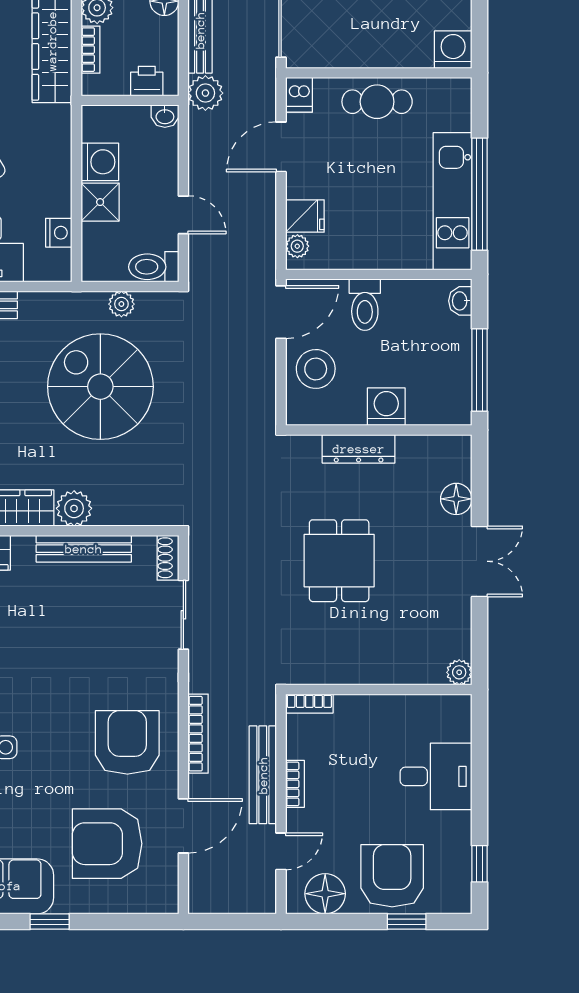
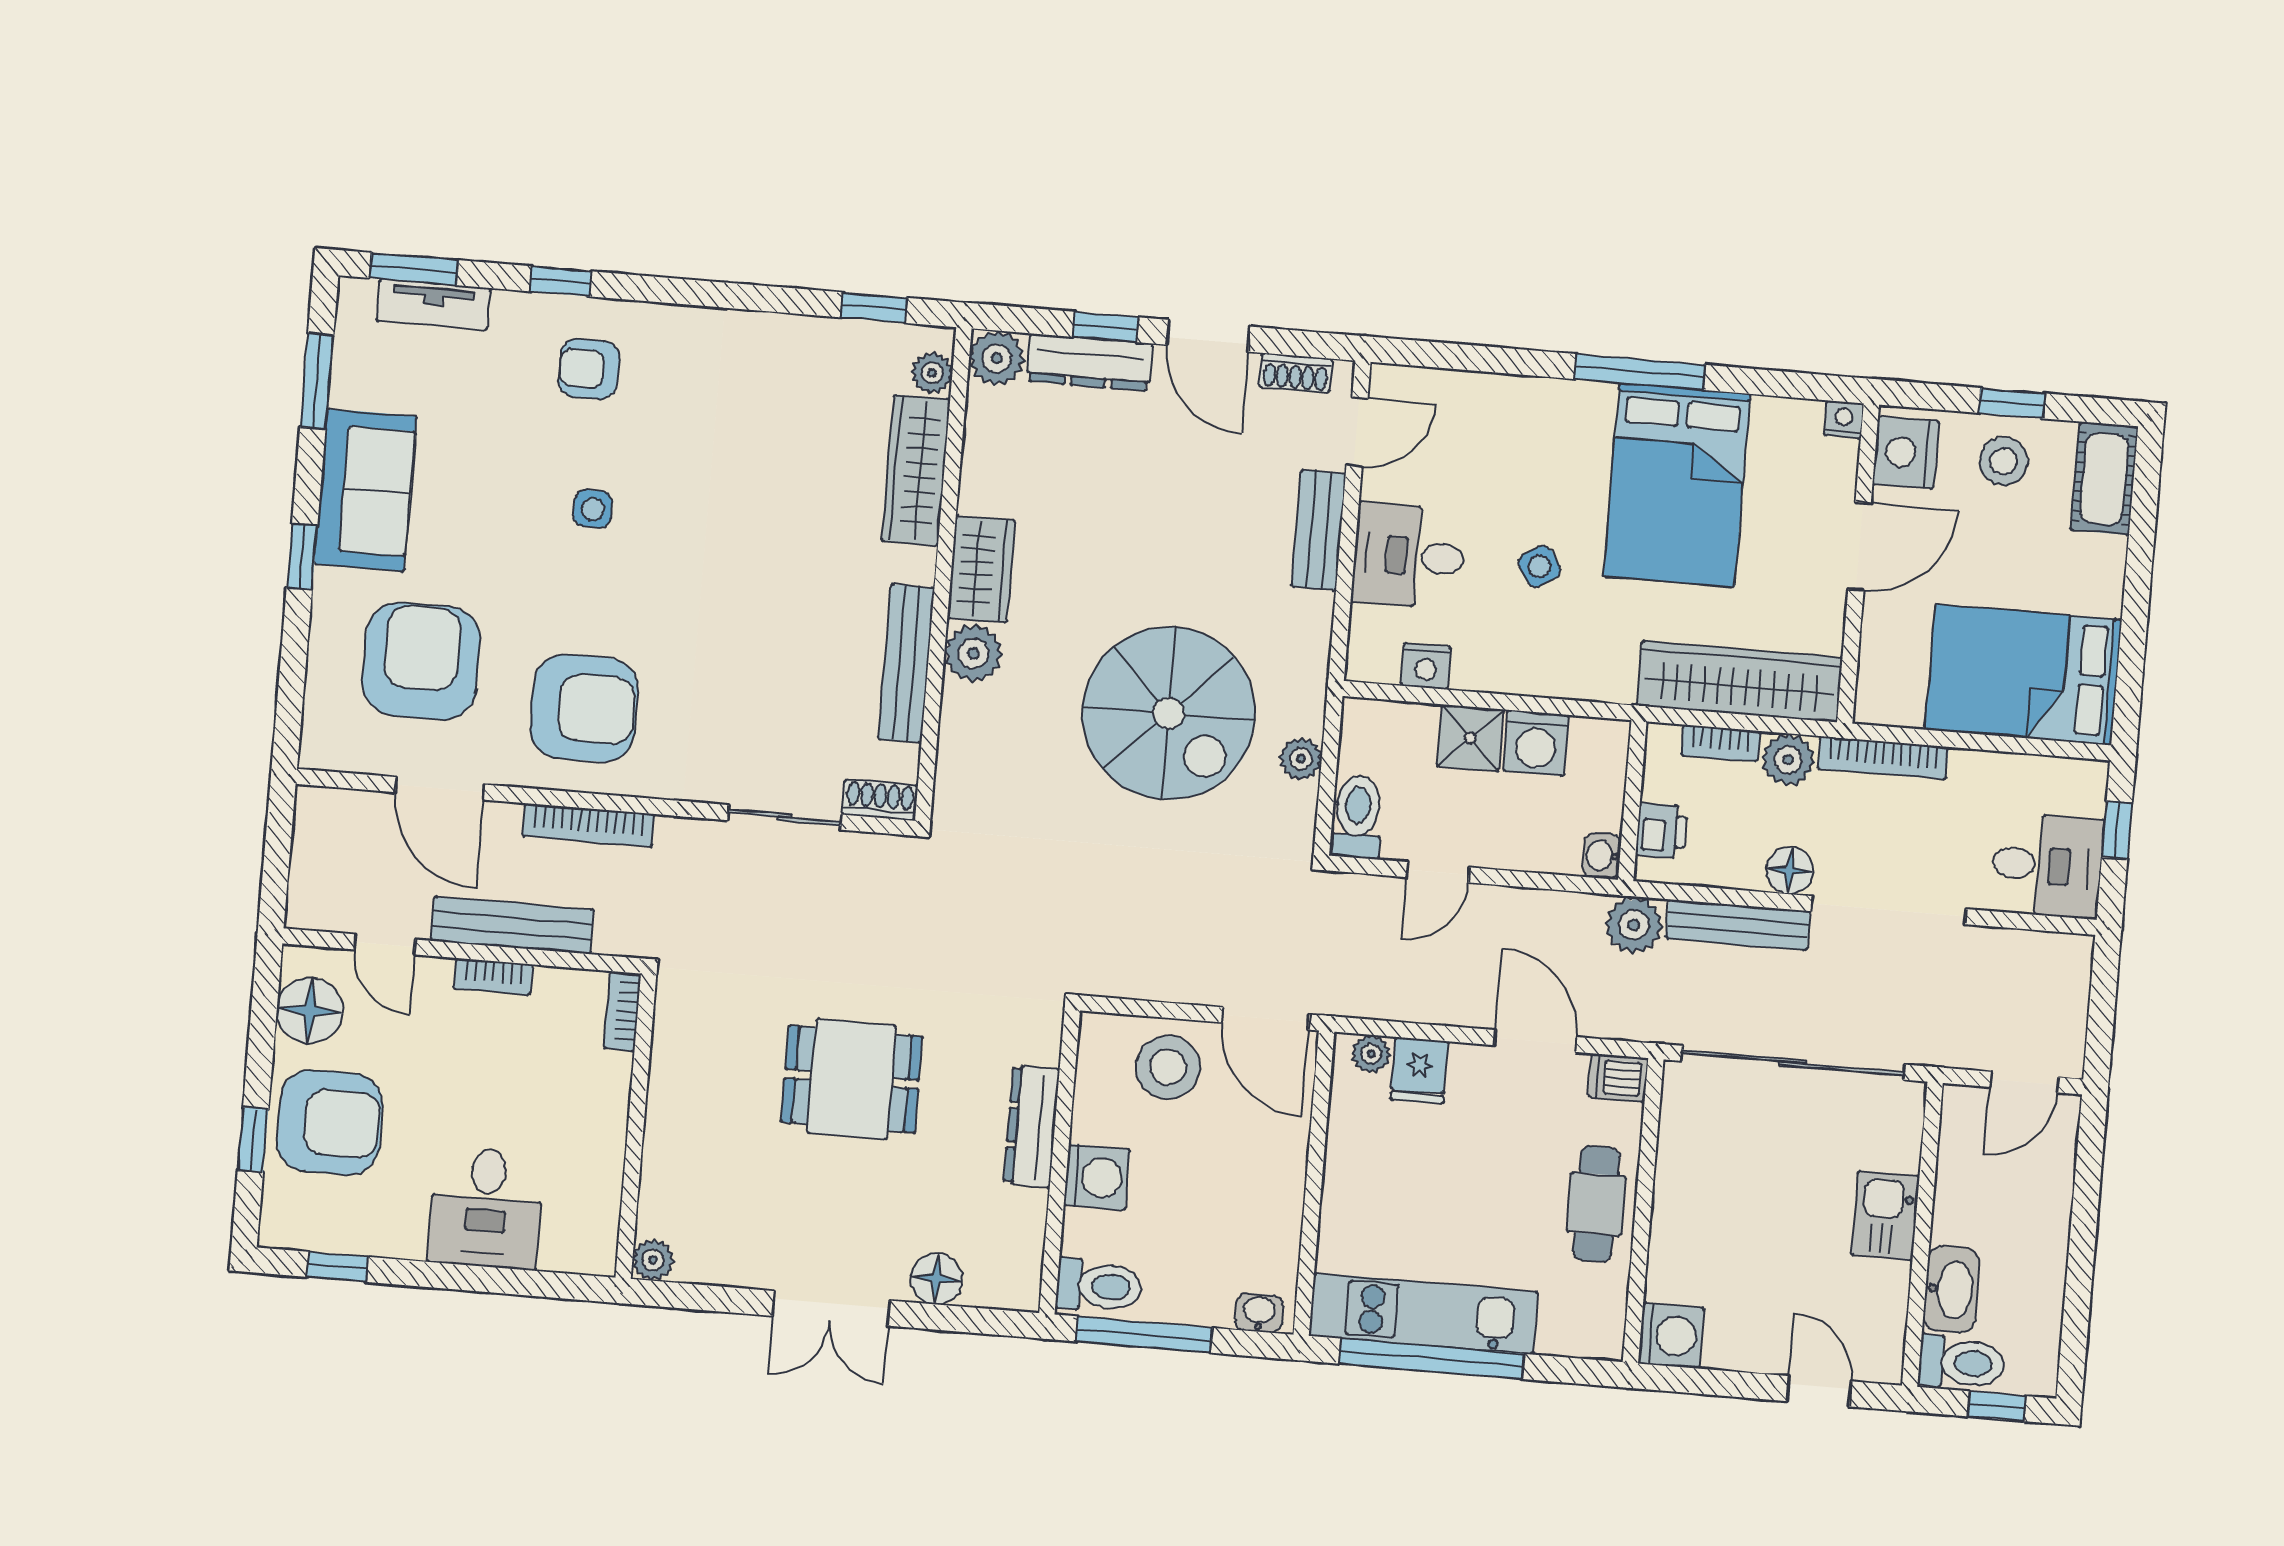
toilet: (365, 305) -> (1099, 1286), moved, turned 180
spiral stairs: (100, 387) -> (1169, 713), turned 90

